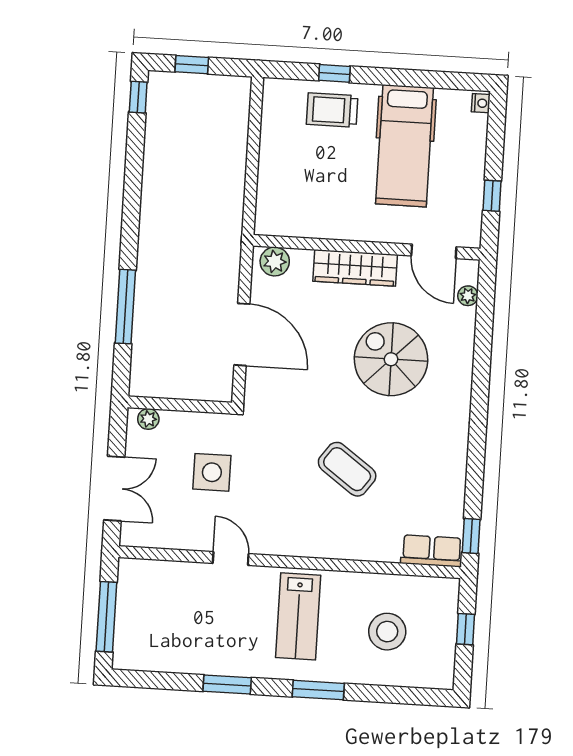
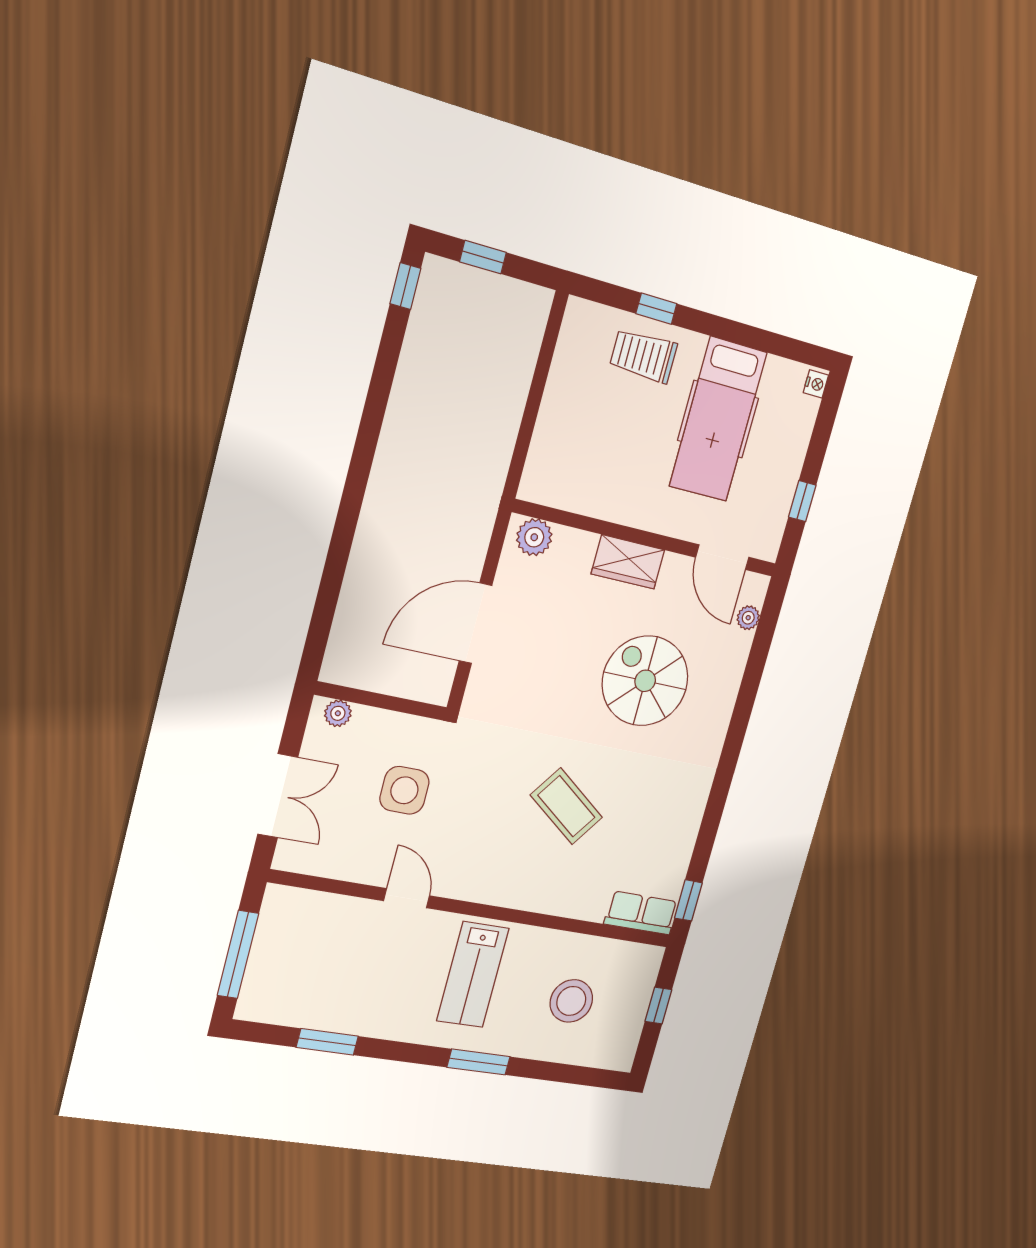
wardrobe: (355, 268) -> (628, 562), width x0.67
window: (125, 307) -> (336, 564), removed
door: (242, 334) -> (476, 623), swing flipped
window: (227, 684) -> (327, 1042), moved

